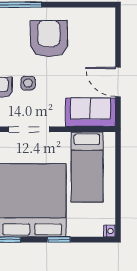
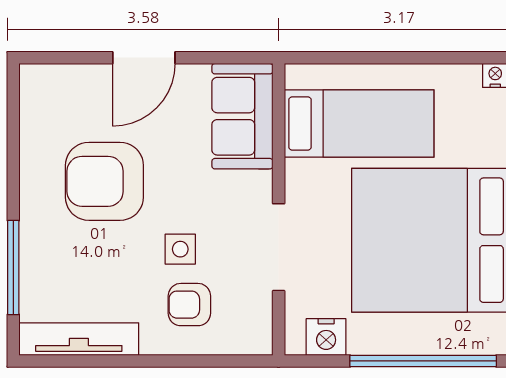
armchair: (49, 39) -> (104, 181), moved
door: (118, 82) -> (144, 58), moved

